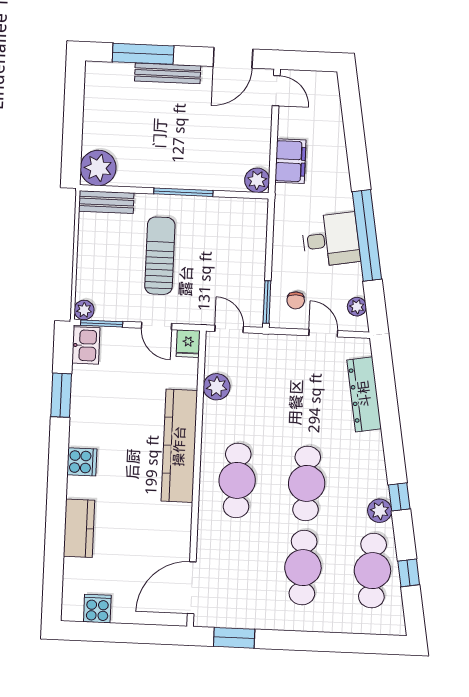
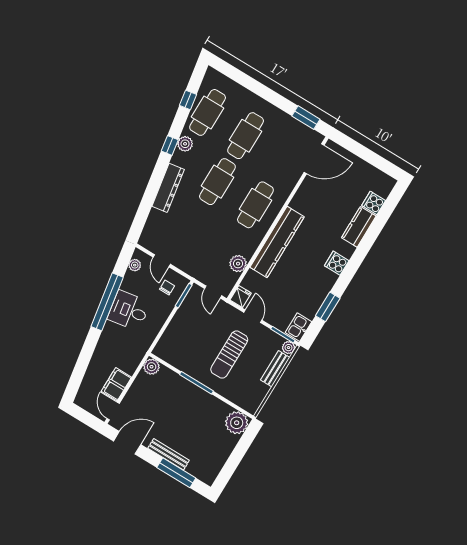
filing cabinet: (290, 161) -> (116, 384), moved
bench: (106, 202) -> (275, 369), moved, turned 90
dresser: (364, 394) -> (168, 188), moved
cooker: (97, 609) -> (374, 203), moved, turned 90

